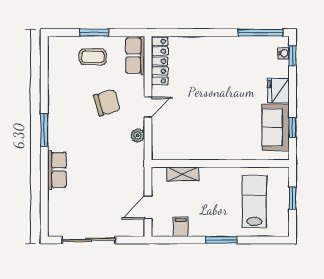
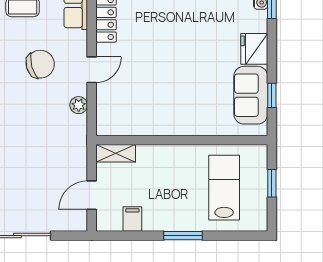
shelving: (183, 174) -> (116, 153), moved

